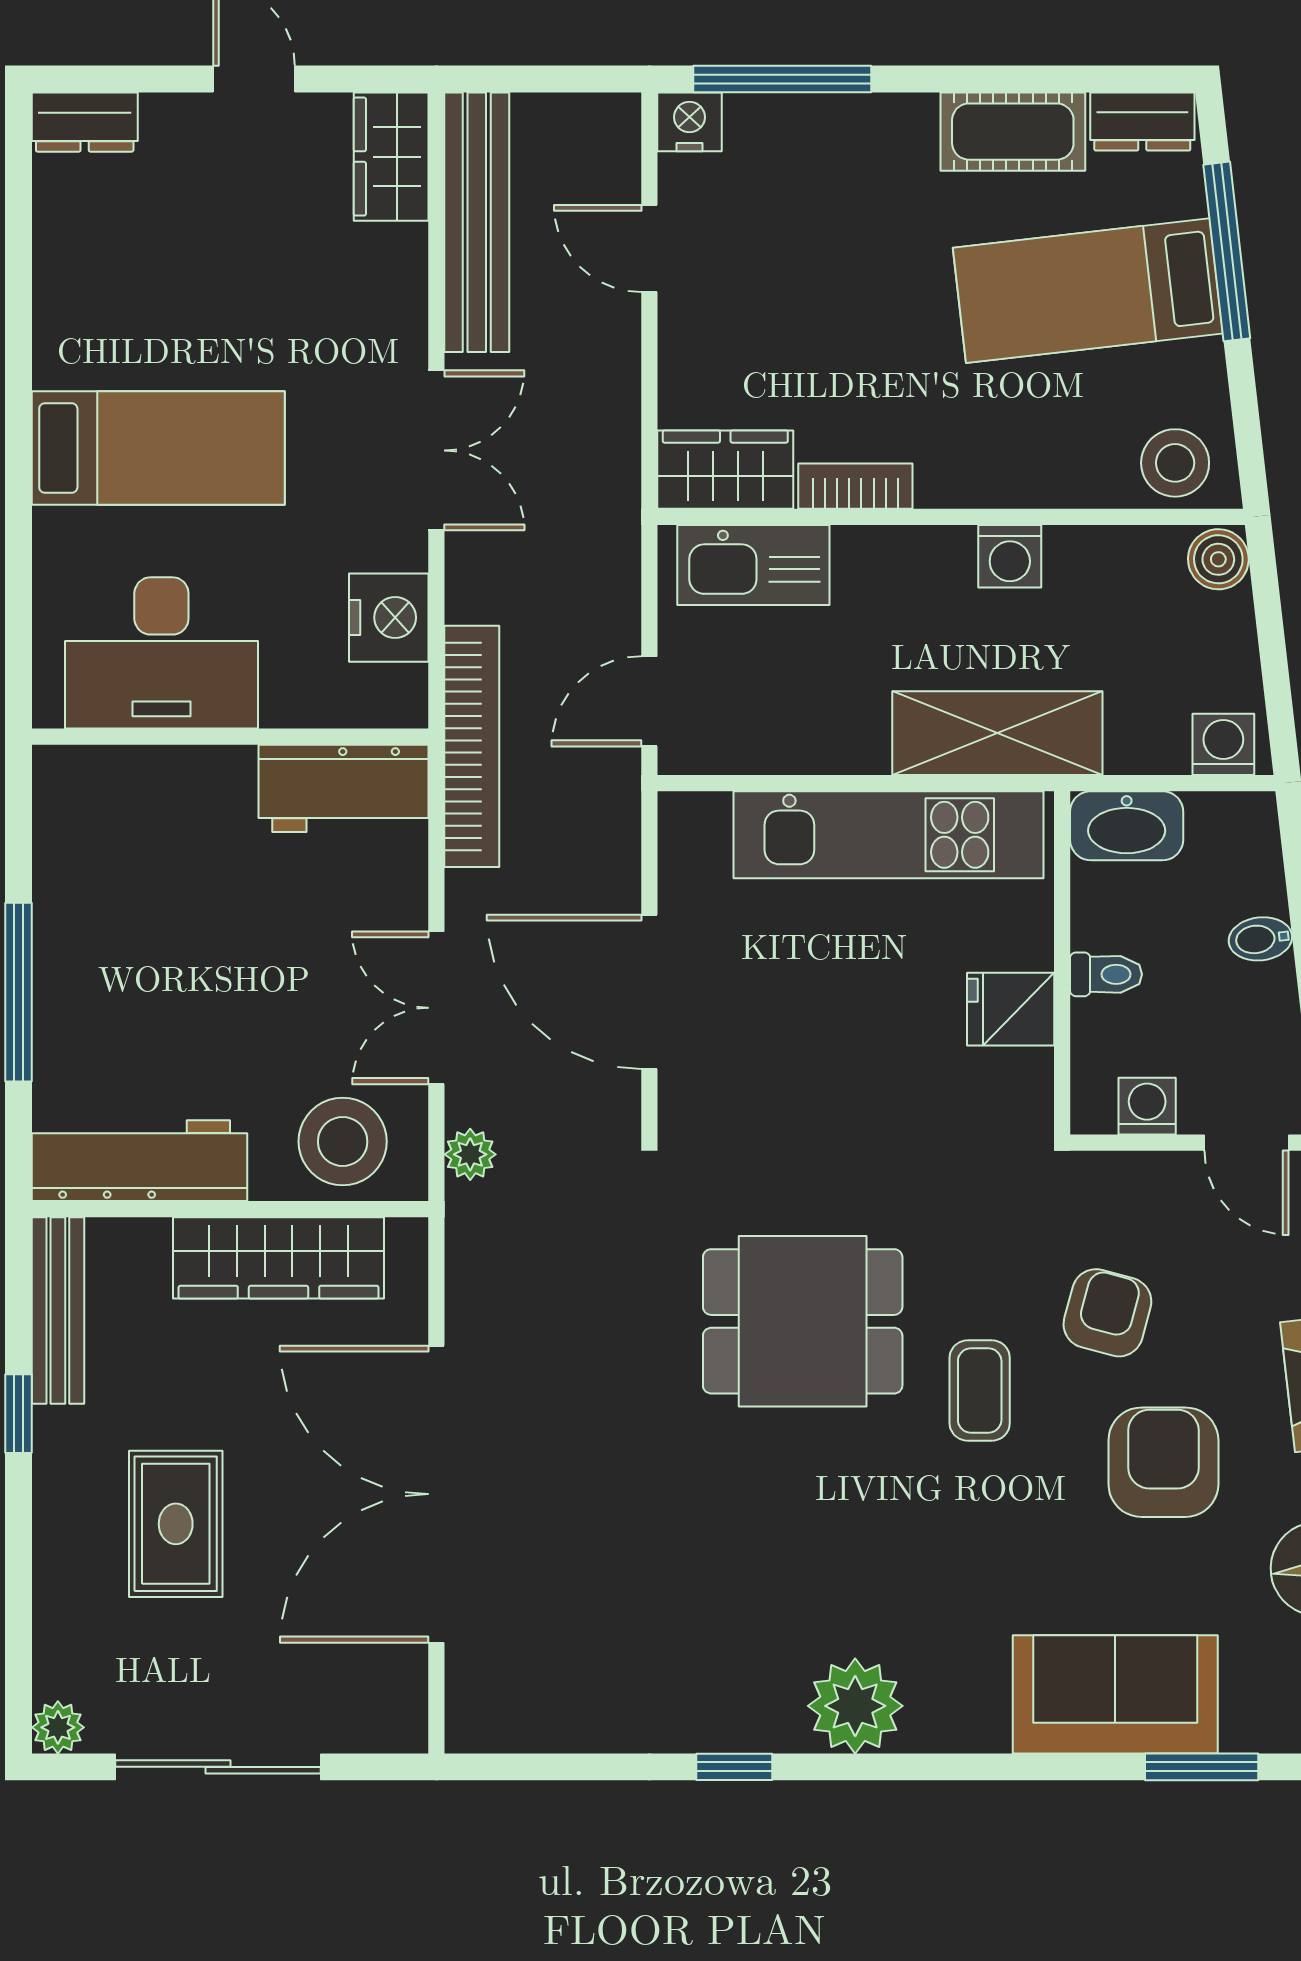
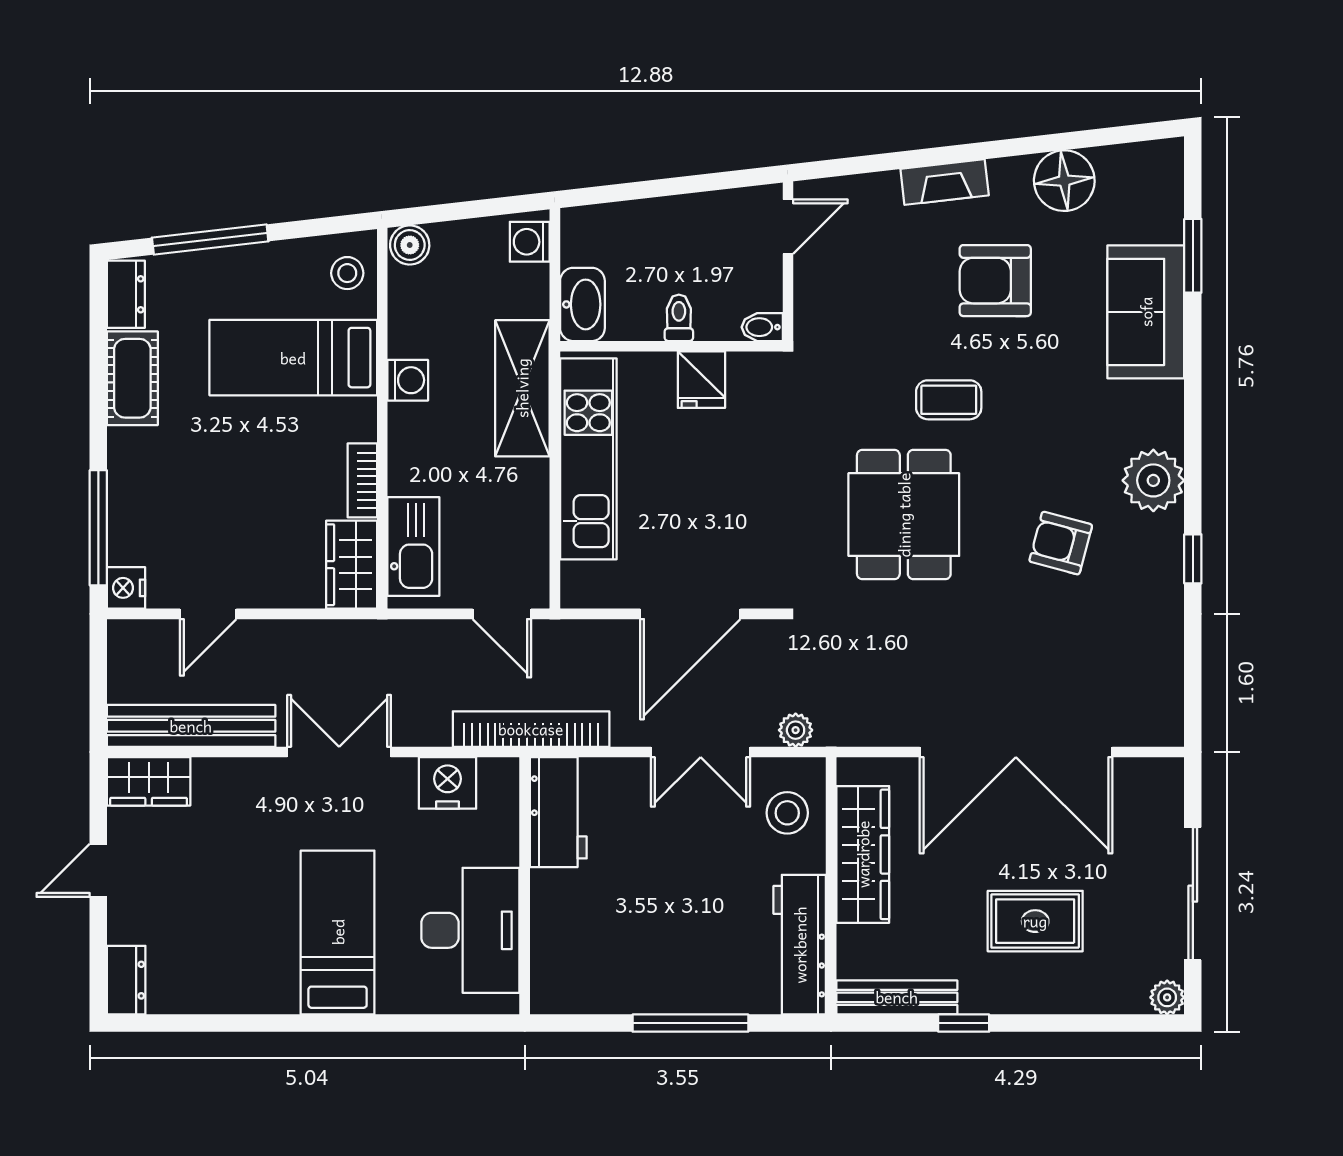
bed: (1088, 291) -> (293, 358), moved, turned 97
stool: (1175, 463) -> (347, 273), width x0.73, depth x0.73
bidet: (1260, 939) -> (762, 327), moved, turned 97
washing machine: (1147, 1106) -> (764, 291), removed
stool: (343, 1142) -> (787, 813), width x0.73, depth x0.73
armchair: (1107, 1313) -> (1061, 543), moved

